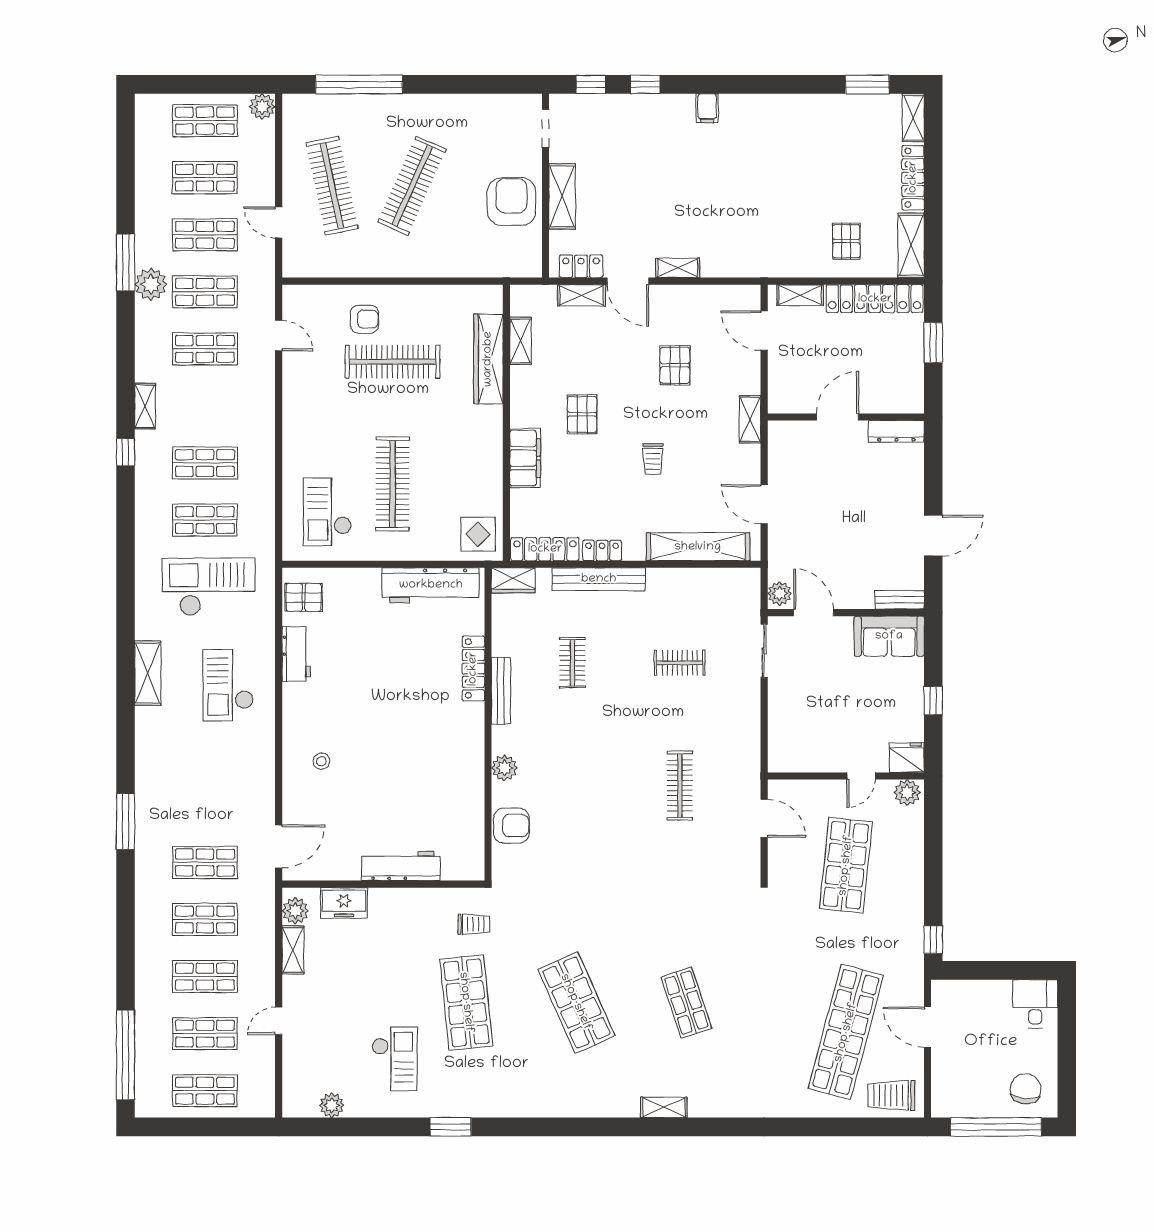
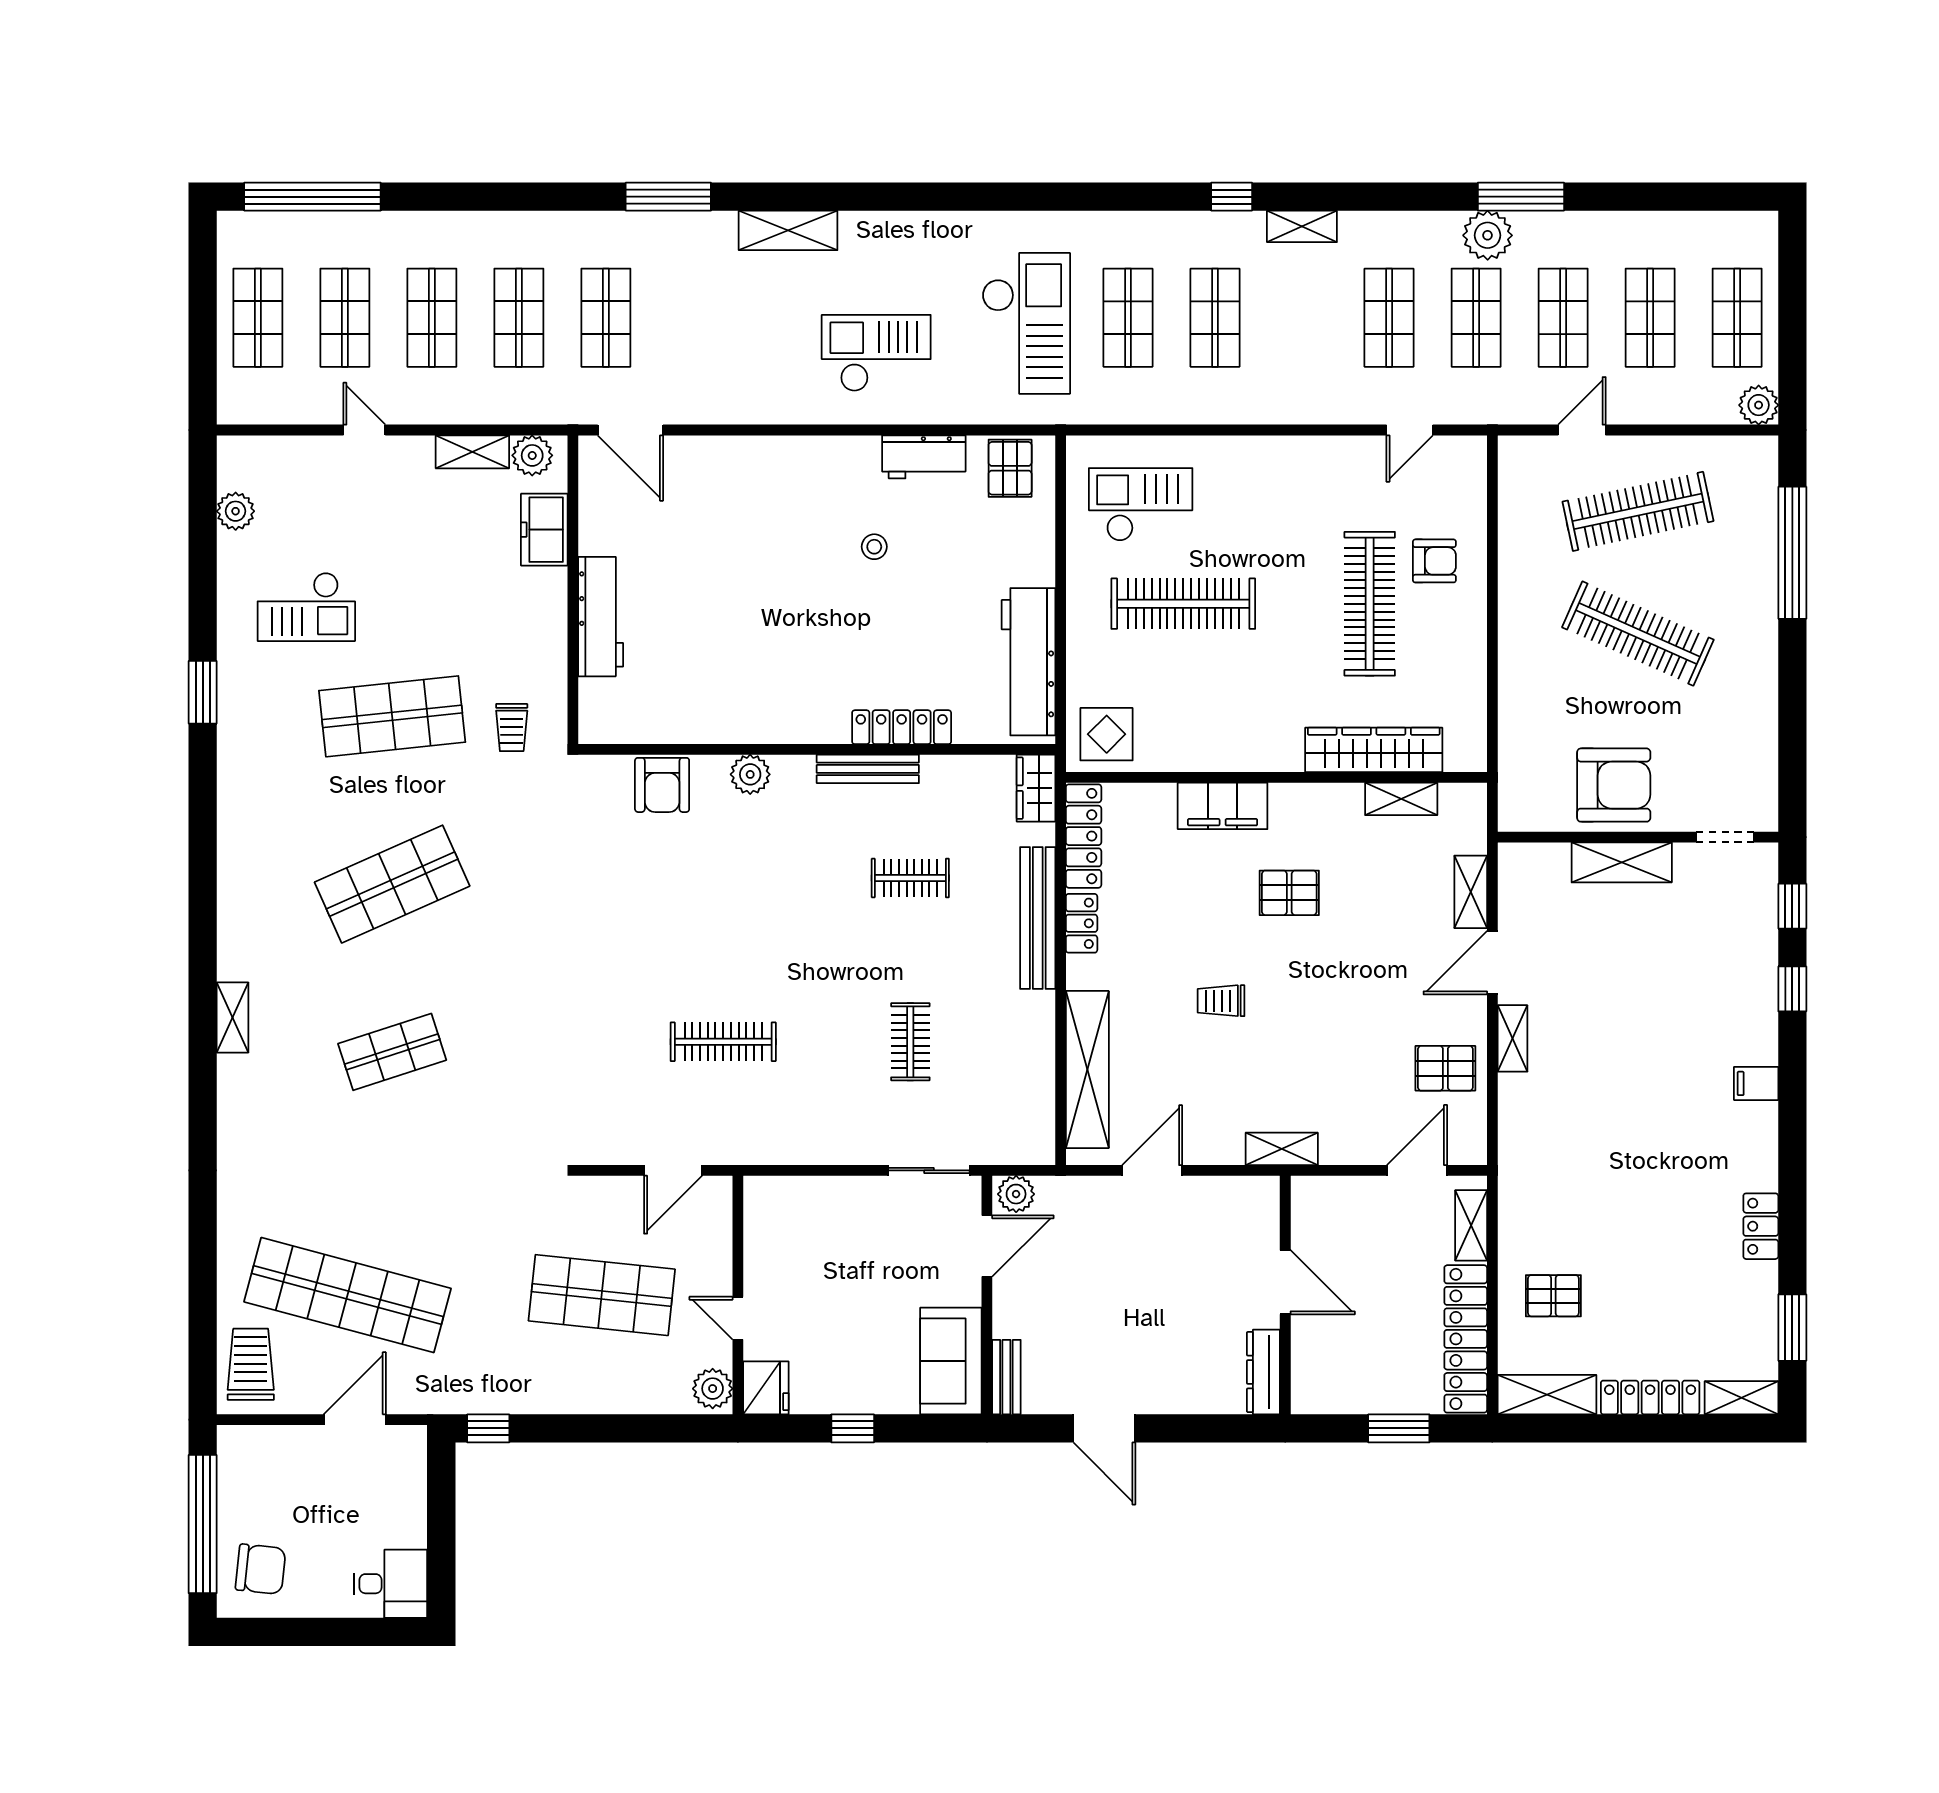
locker: (581, 266) -> (1761, 1226), moved, turned 180
armchair: (364, 319) -> (1434, 561), turned -90
pallet: (675, 365) -> (1445, 1068), moved
shelving: (148, 673) -> (788, 230), moved
stool: (321, 761) -> (874, 547), moved

